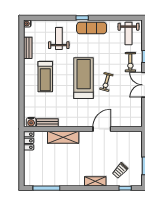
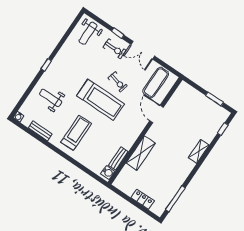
exercise mat: (92, 28) -> (156, 83), moved
weight bench: (128, 33) -> (88, 33), turned 90
treadmill: (45, 77) -> (76, 133), turned -90
treadmill: (84, 78) -> (101, 100), turned 180
locker: (29, 141) -> (142, 199), moved
trolley: (120, 171) -> (204, 123), removed

